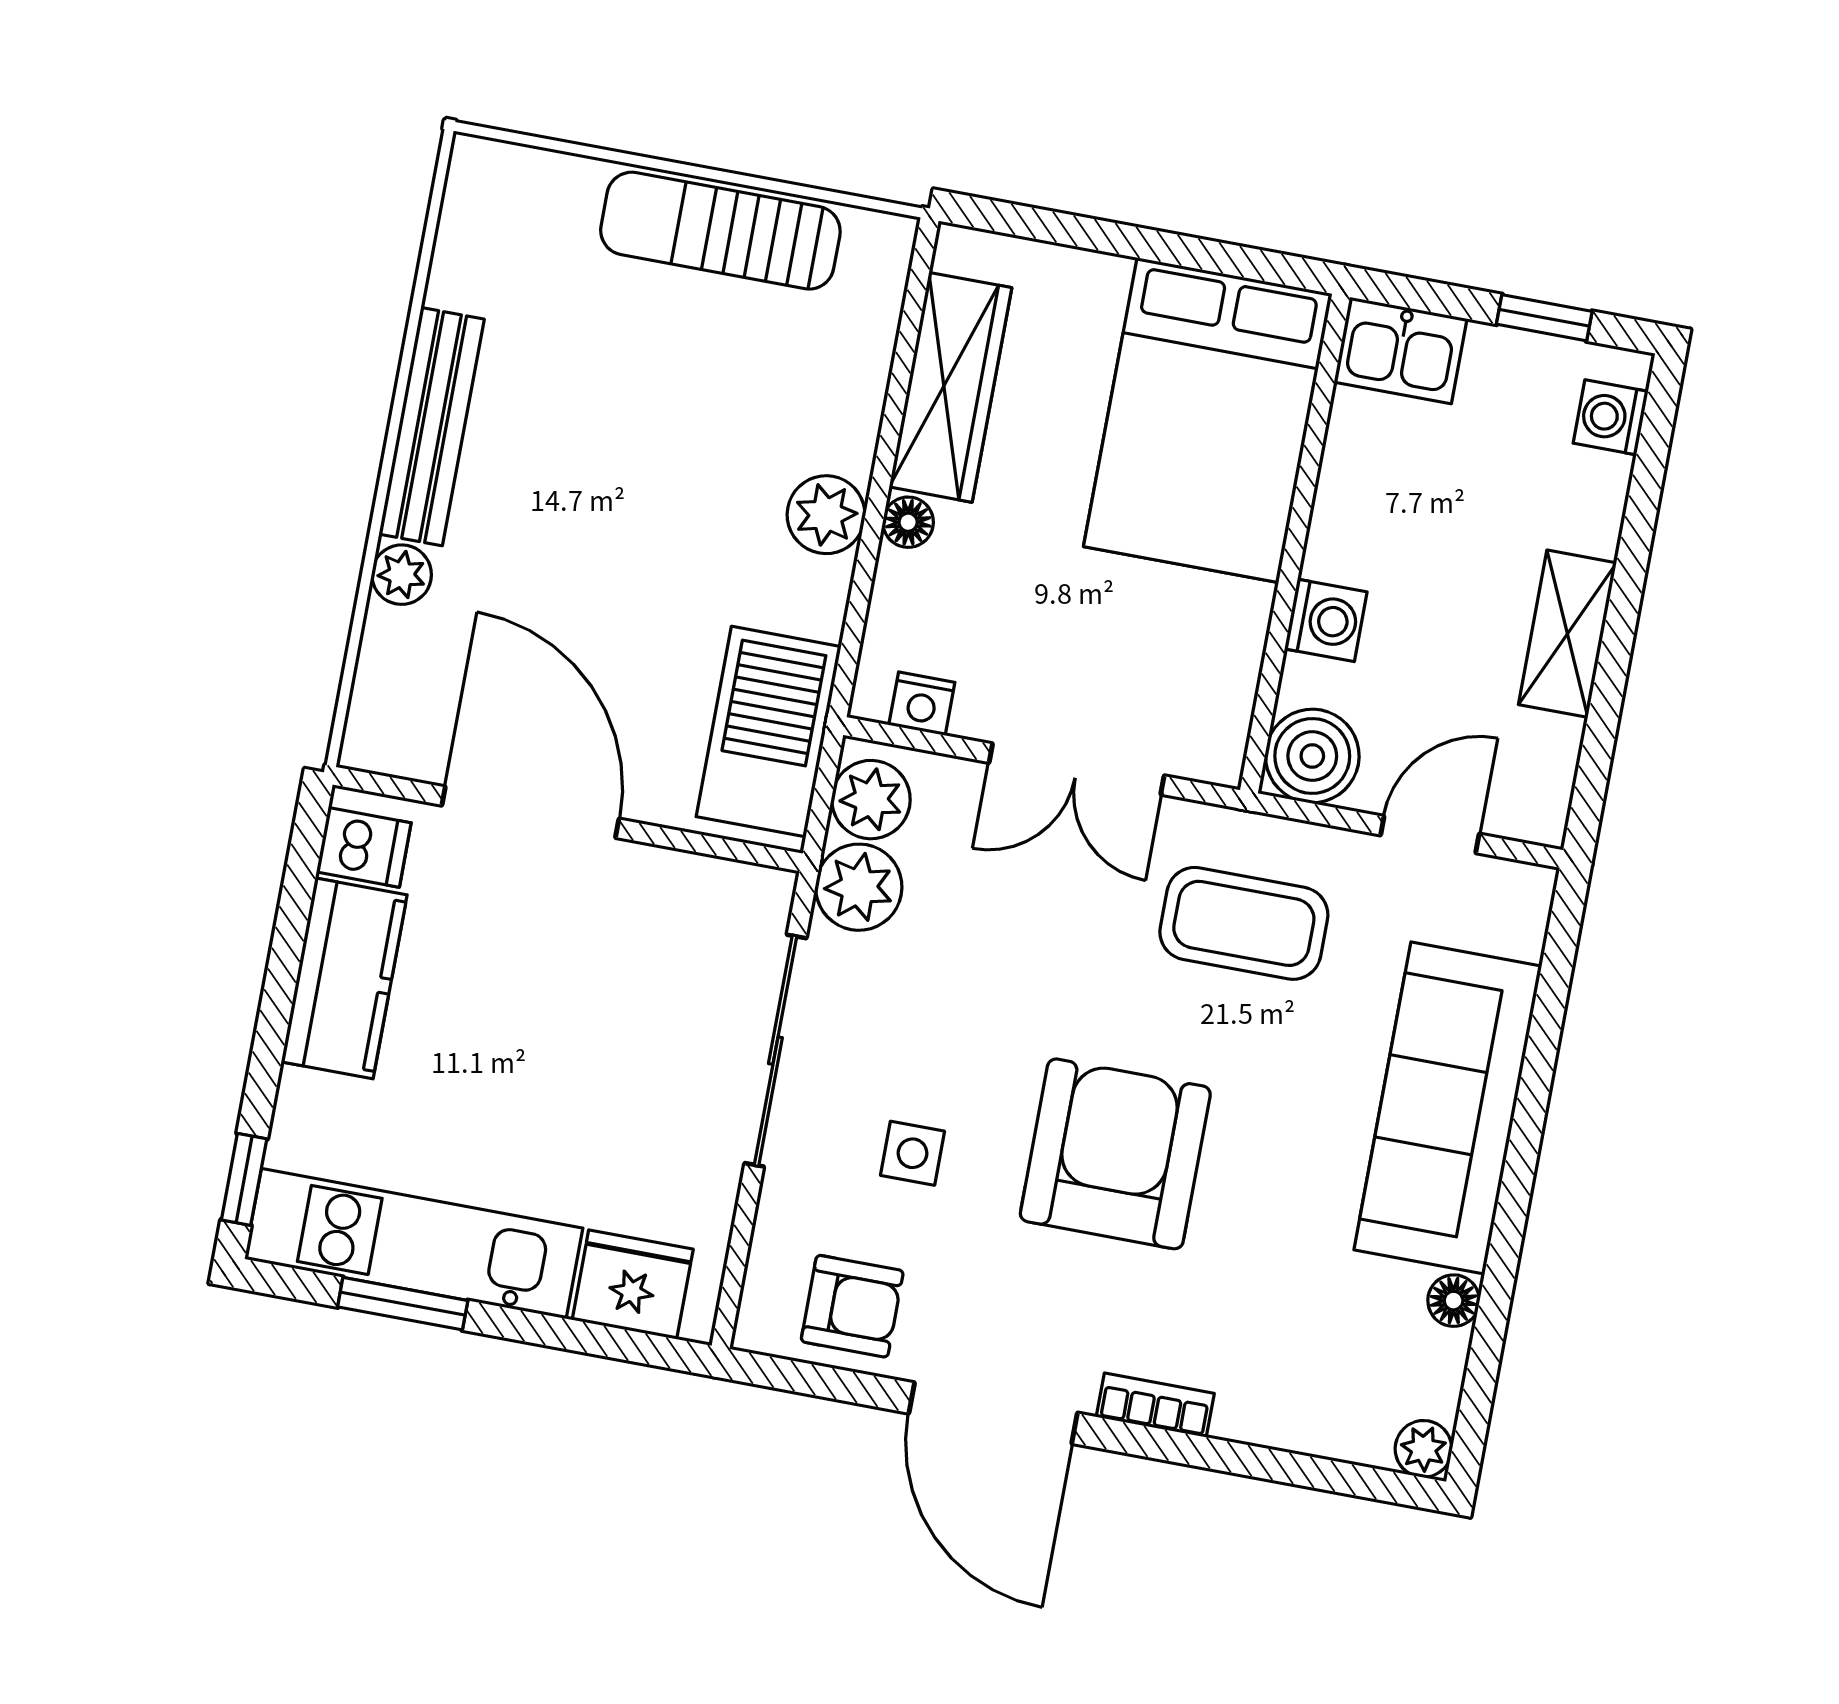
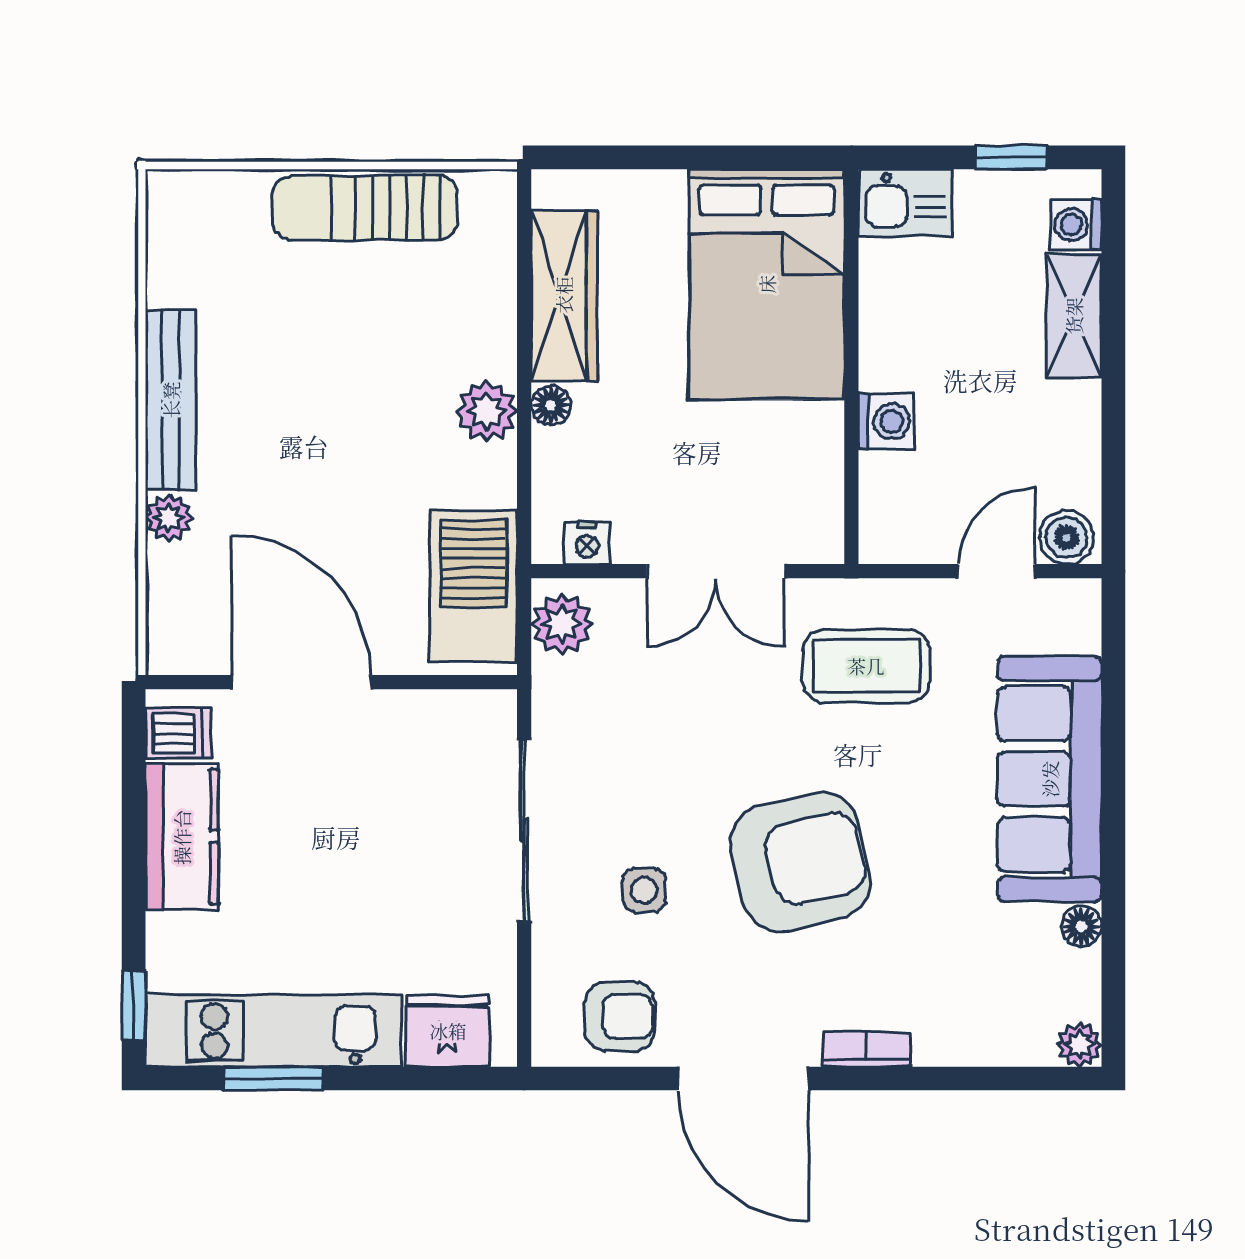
shelving: (1567, 634) -> (1074, 316), moved
boiler: (1312, 756) -> (1066, 537), moved, width x0.73, depth x0.73
plant: (859, 887) -> (565, 693), removed
armchair: (1115, 1154) -> (800, 862), turned 77

